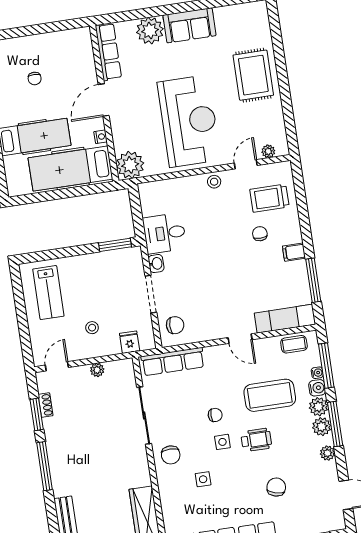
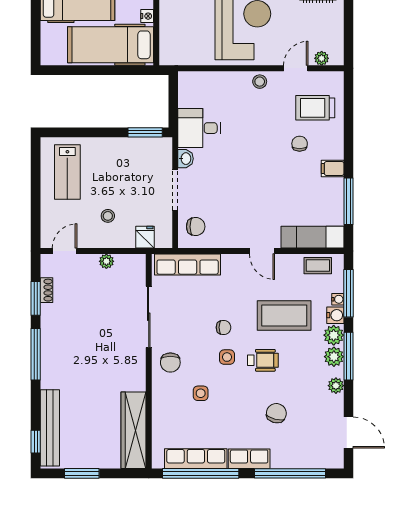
plant: (130, 165) -> (174, 51), removed

